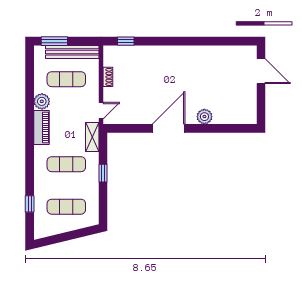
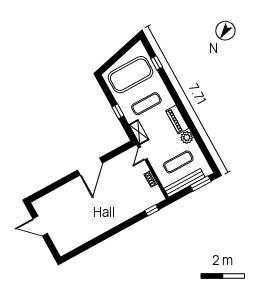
door: (261, 71) -> (40, 226), moved
plant: (204, 117) -> (70, 188), removed
exercise mat: (66, 207) -> (130, 75), width x2.00, depth x1.45

